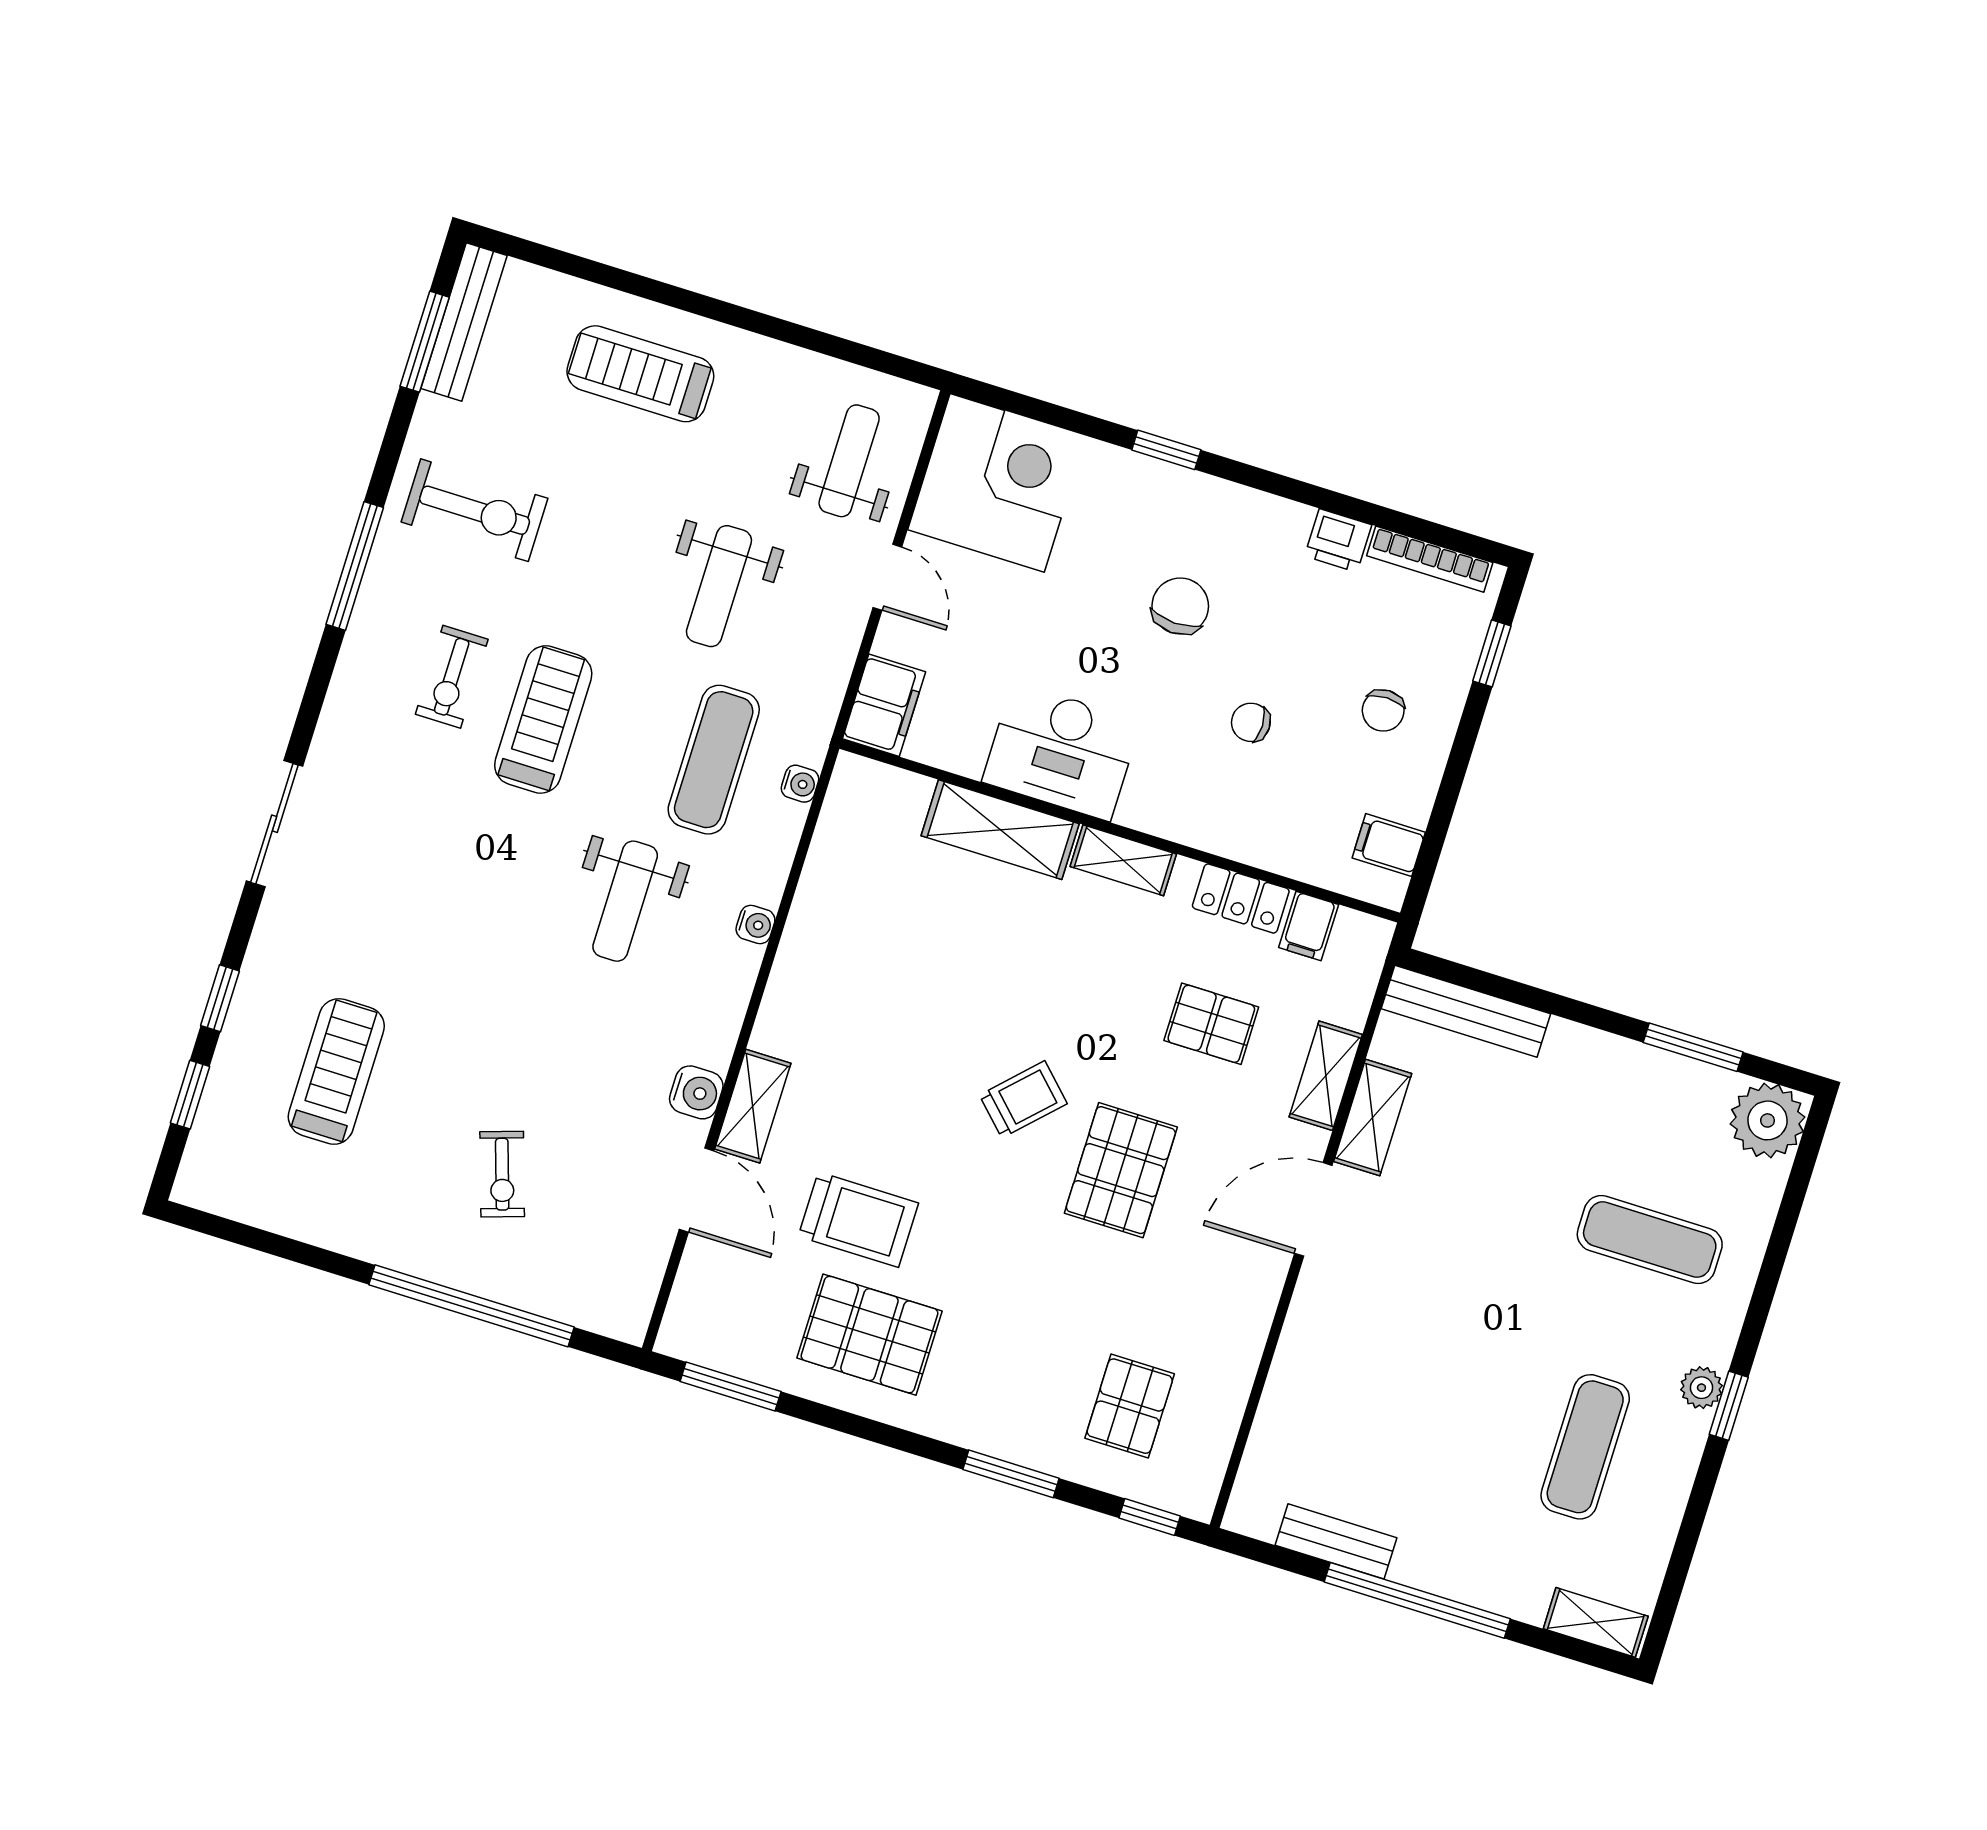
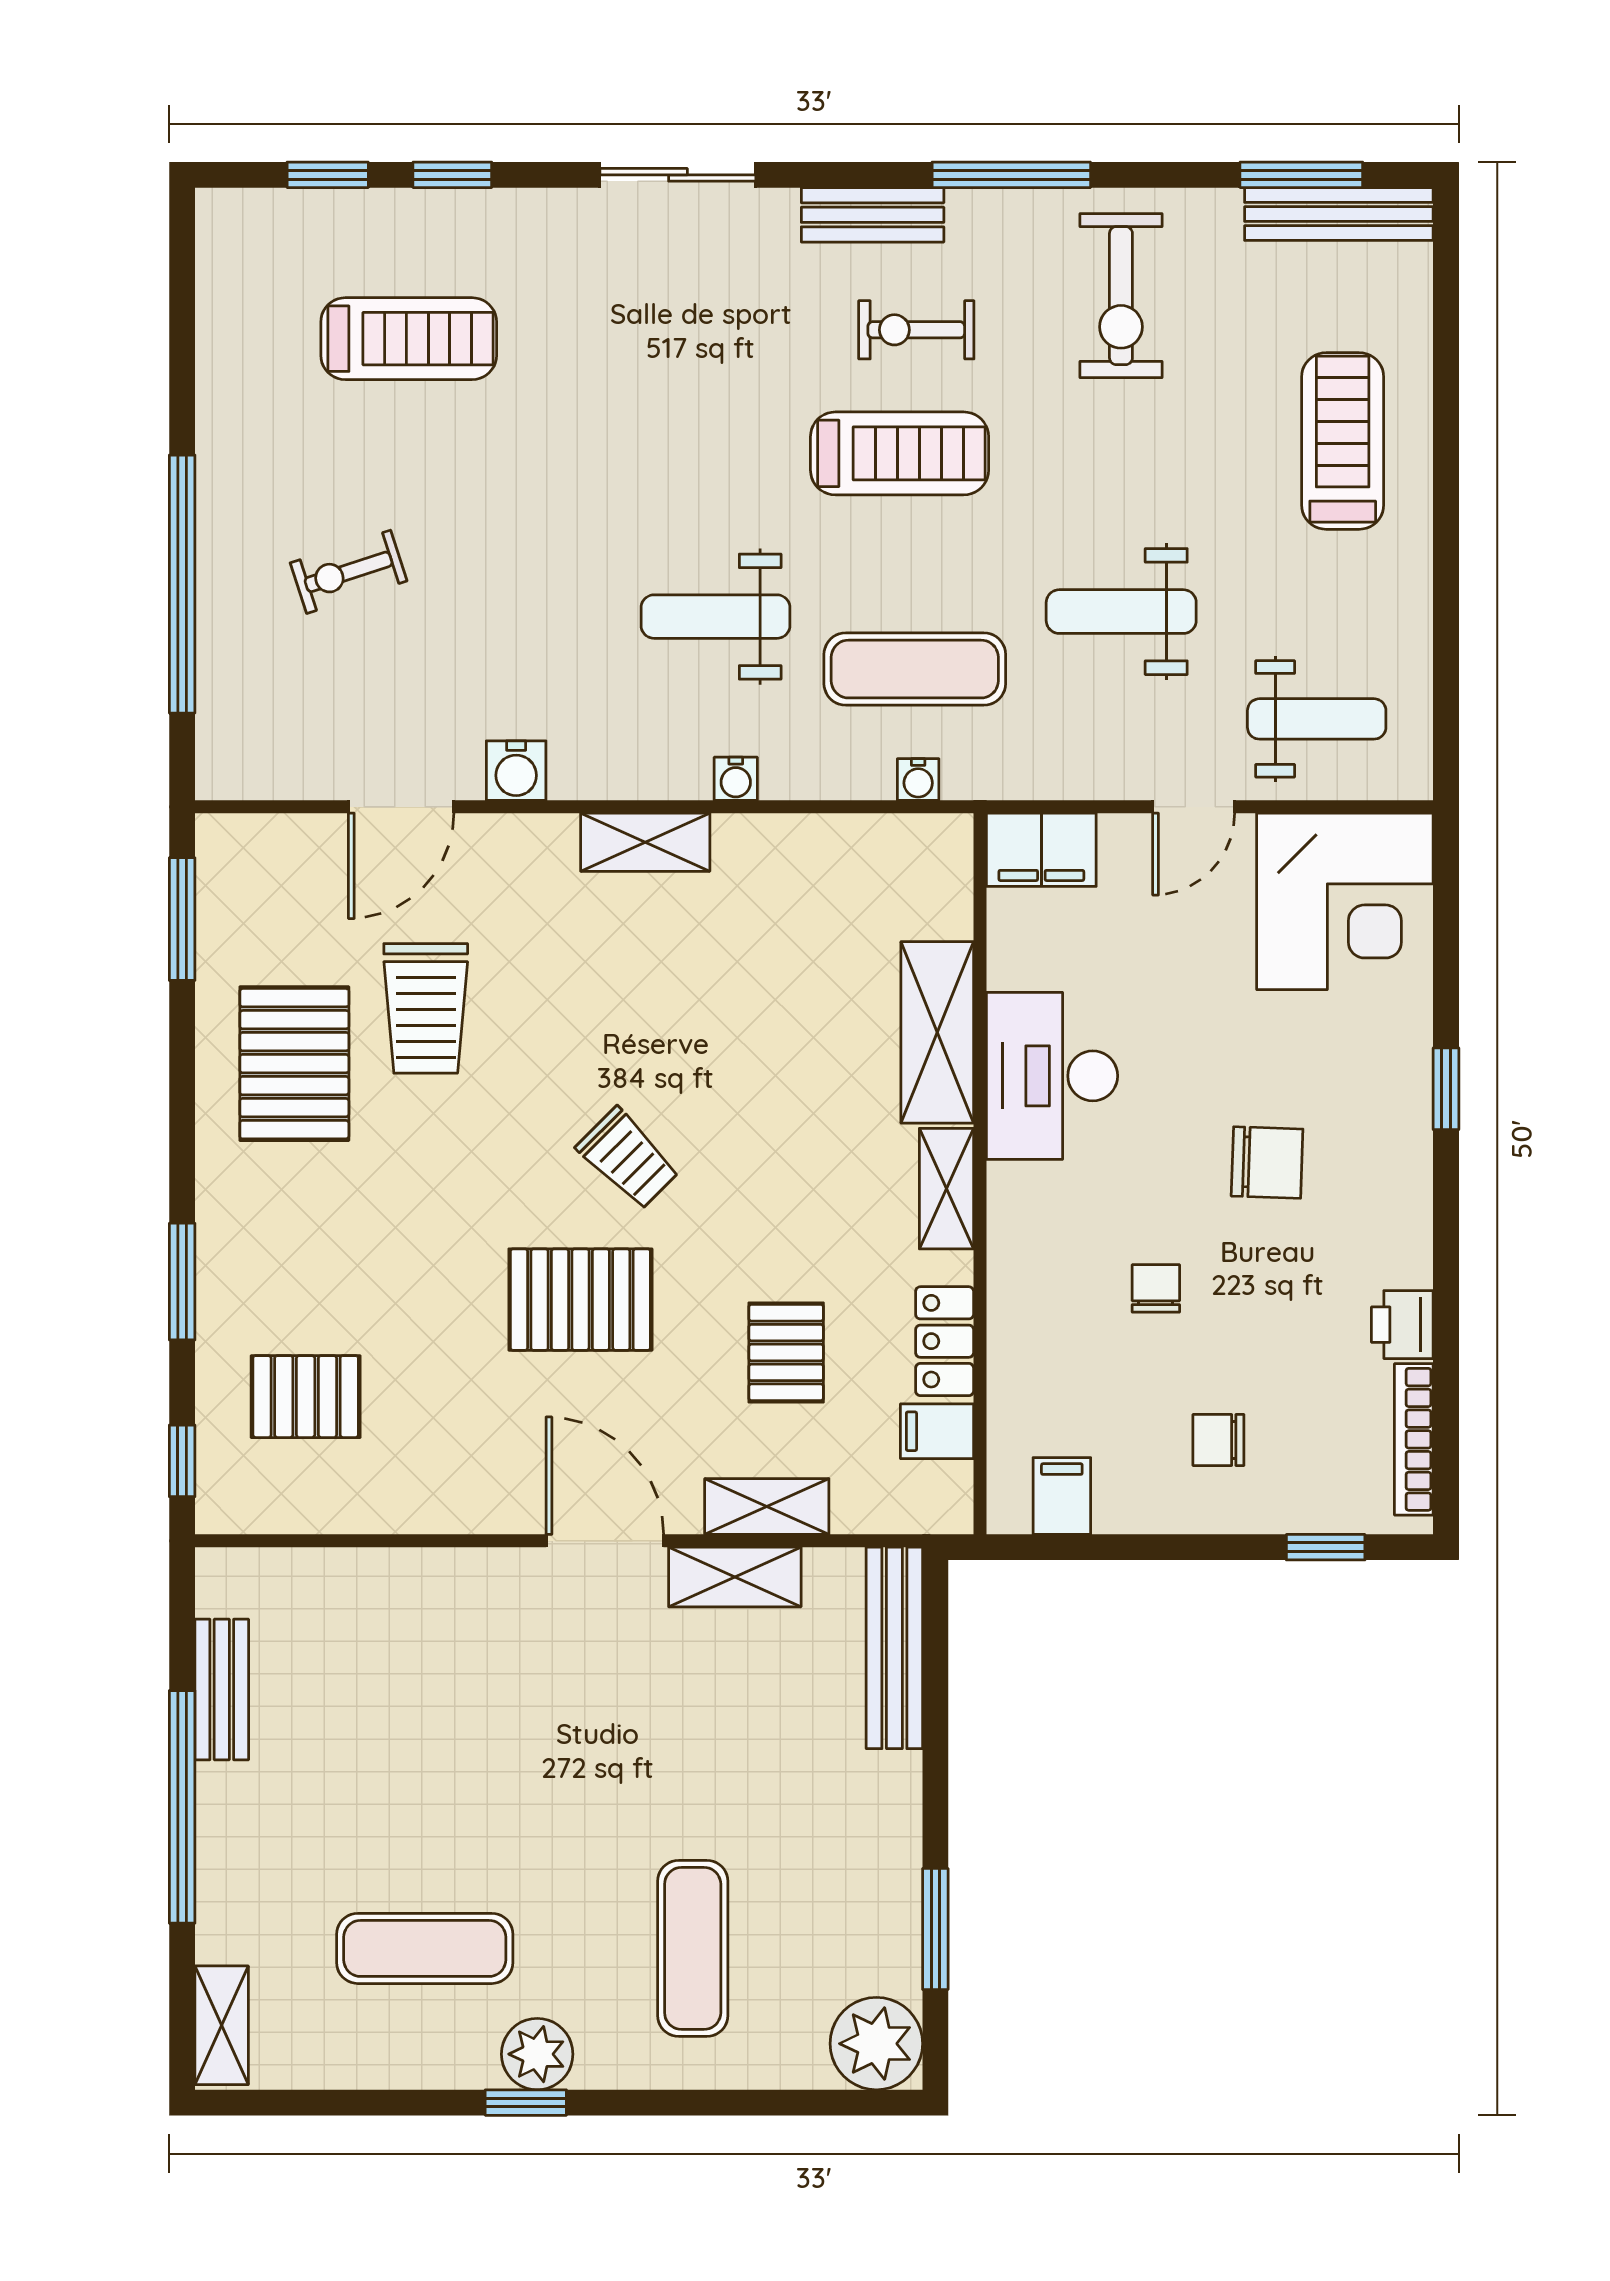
bench: (352, 683) -> (873, 215), added
shelving: (753, 1106) -> (645, 842), moved
plant: (1701, 1388) -> (537, 2054), width x1.38, depth x1.38

